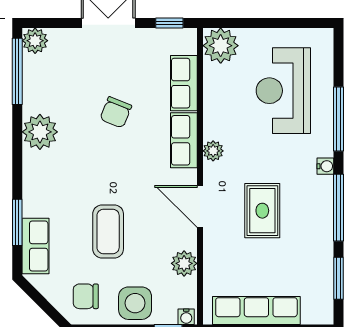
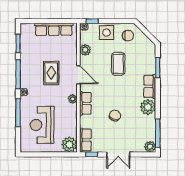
row of seats: (184, 83) -> (85, 140), moved
reception desk: (283, 91) -> (42, 125), turned 180
row of seats: (36, 246) -> (150, 86), moved

